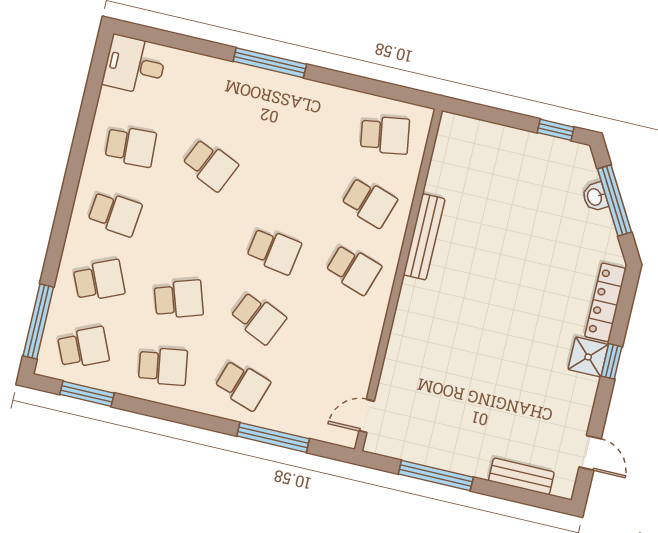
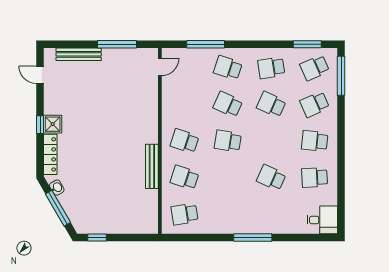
washbasin: (595, 197) -> (57, 188), moved
school desk: (179, 299) -> (271, 104), turned 42
bench: (521, 476) -> (79, 54), width x1.36

